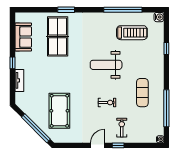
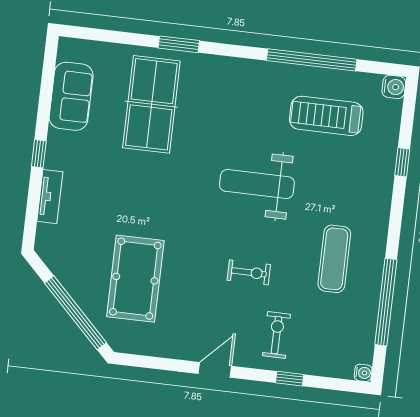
treadmill: (132, 33) -> (326, 116), turned 180
window: (118, 145) -> (290, 379), moved

